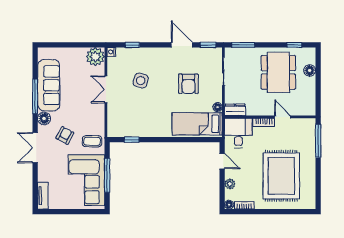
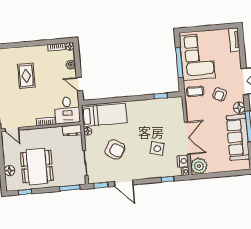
nightstand: (113, 64) -> (183, 161), added
armchair: (188, 84) -> (115, 149), turned 120
double door: (106, 89) -> (187, 138), width x1.37
door: (283, 117) -> (12, 129), moved
rug: (281, 176) -> (26, 76), width x0.54, depth x0.49

